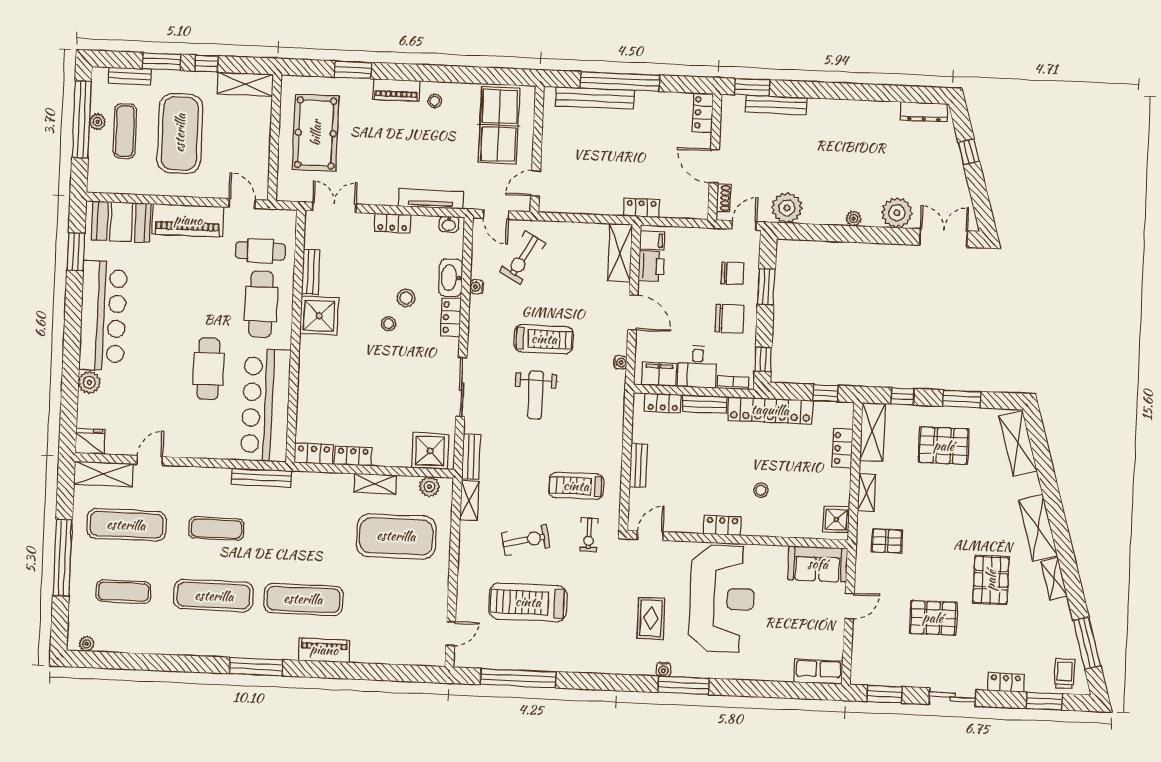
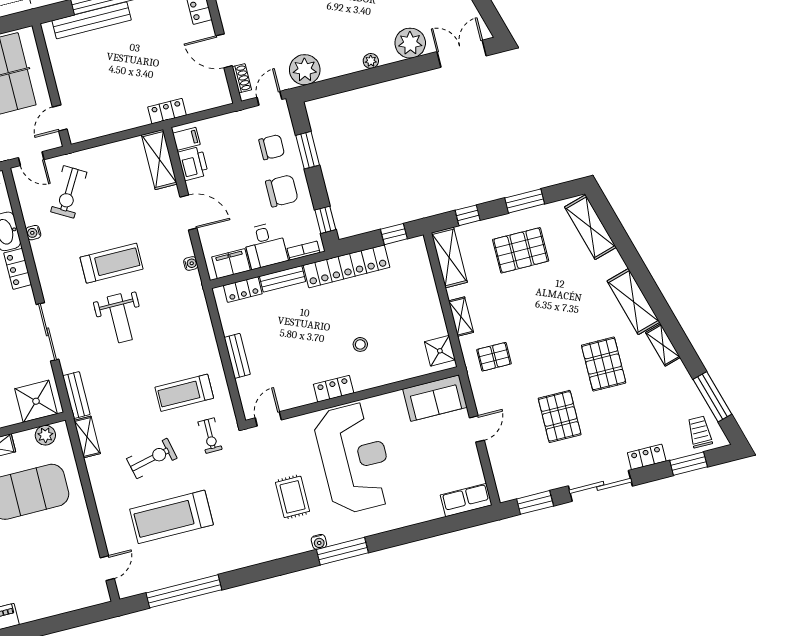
locker: (842, 448) -> (426, 282), removed
pallet: (933, 618) -> (560, 416), turned 90
sliding door: (952, 697) -> (600, 486), width x1.37

